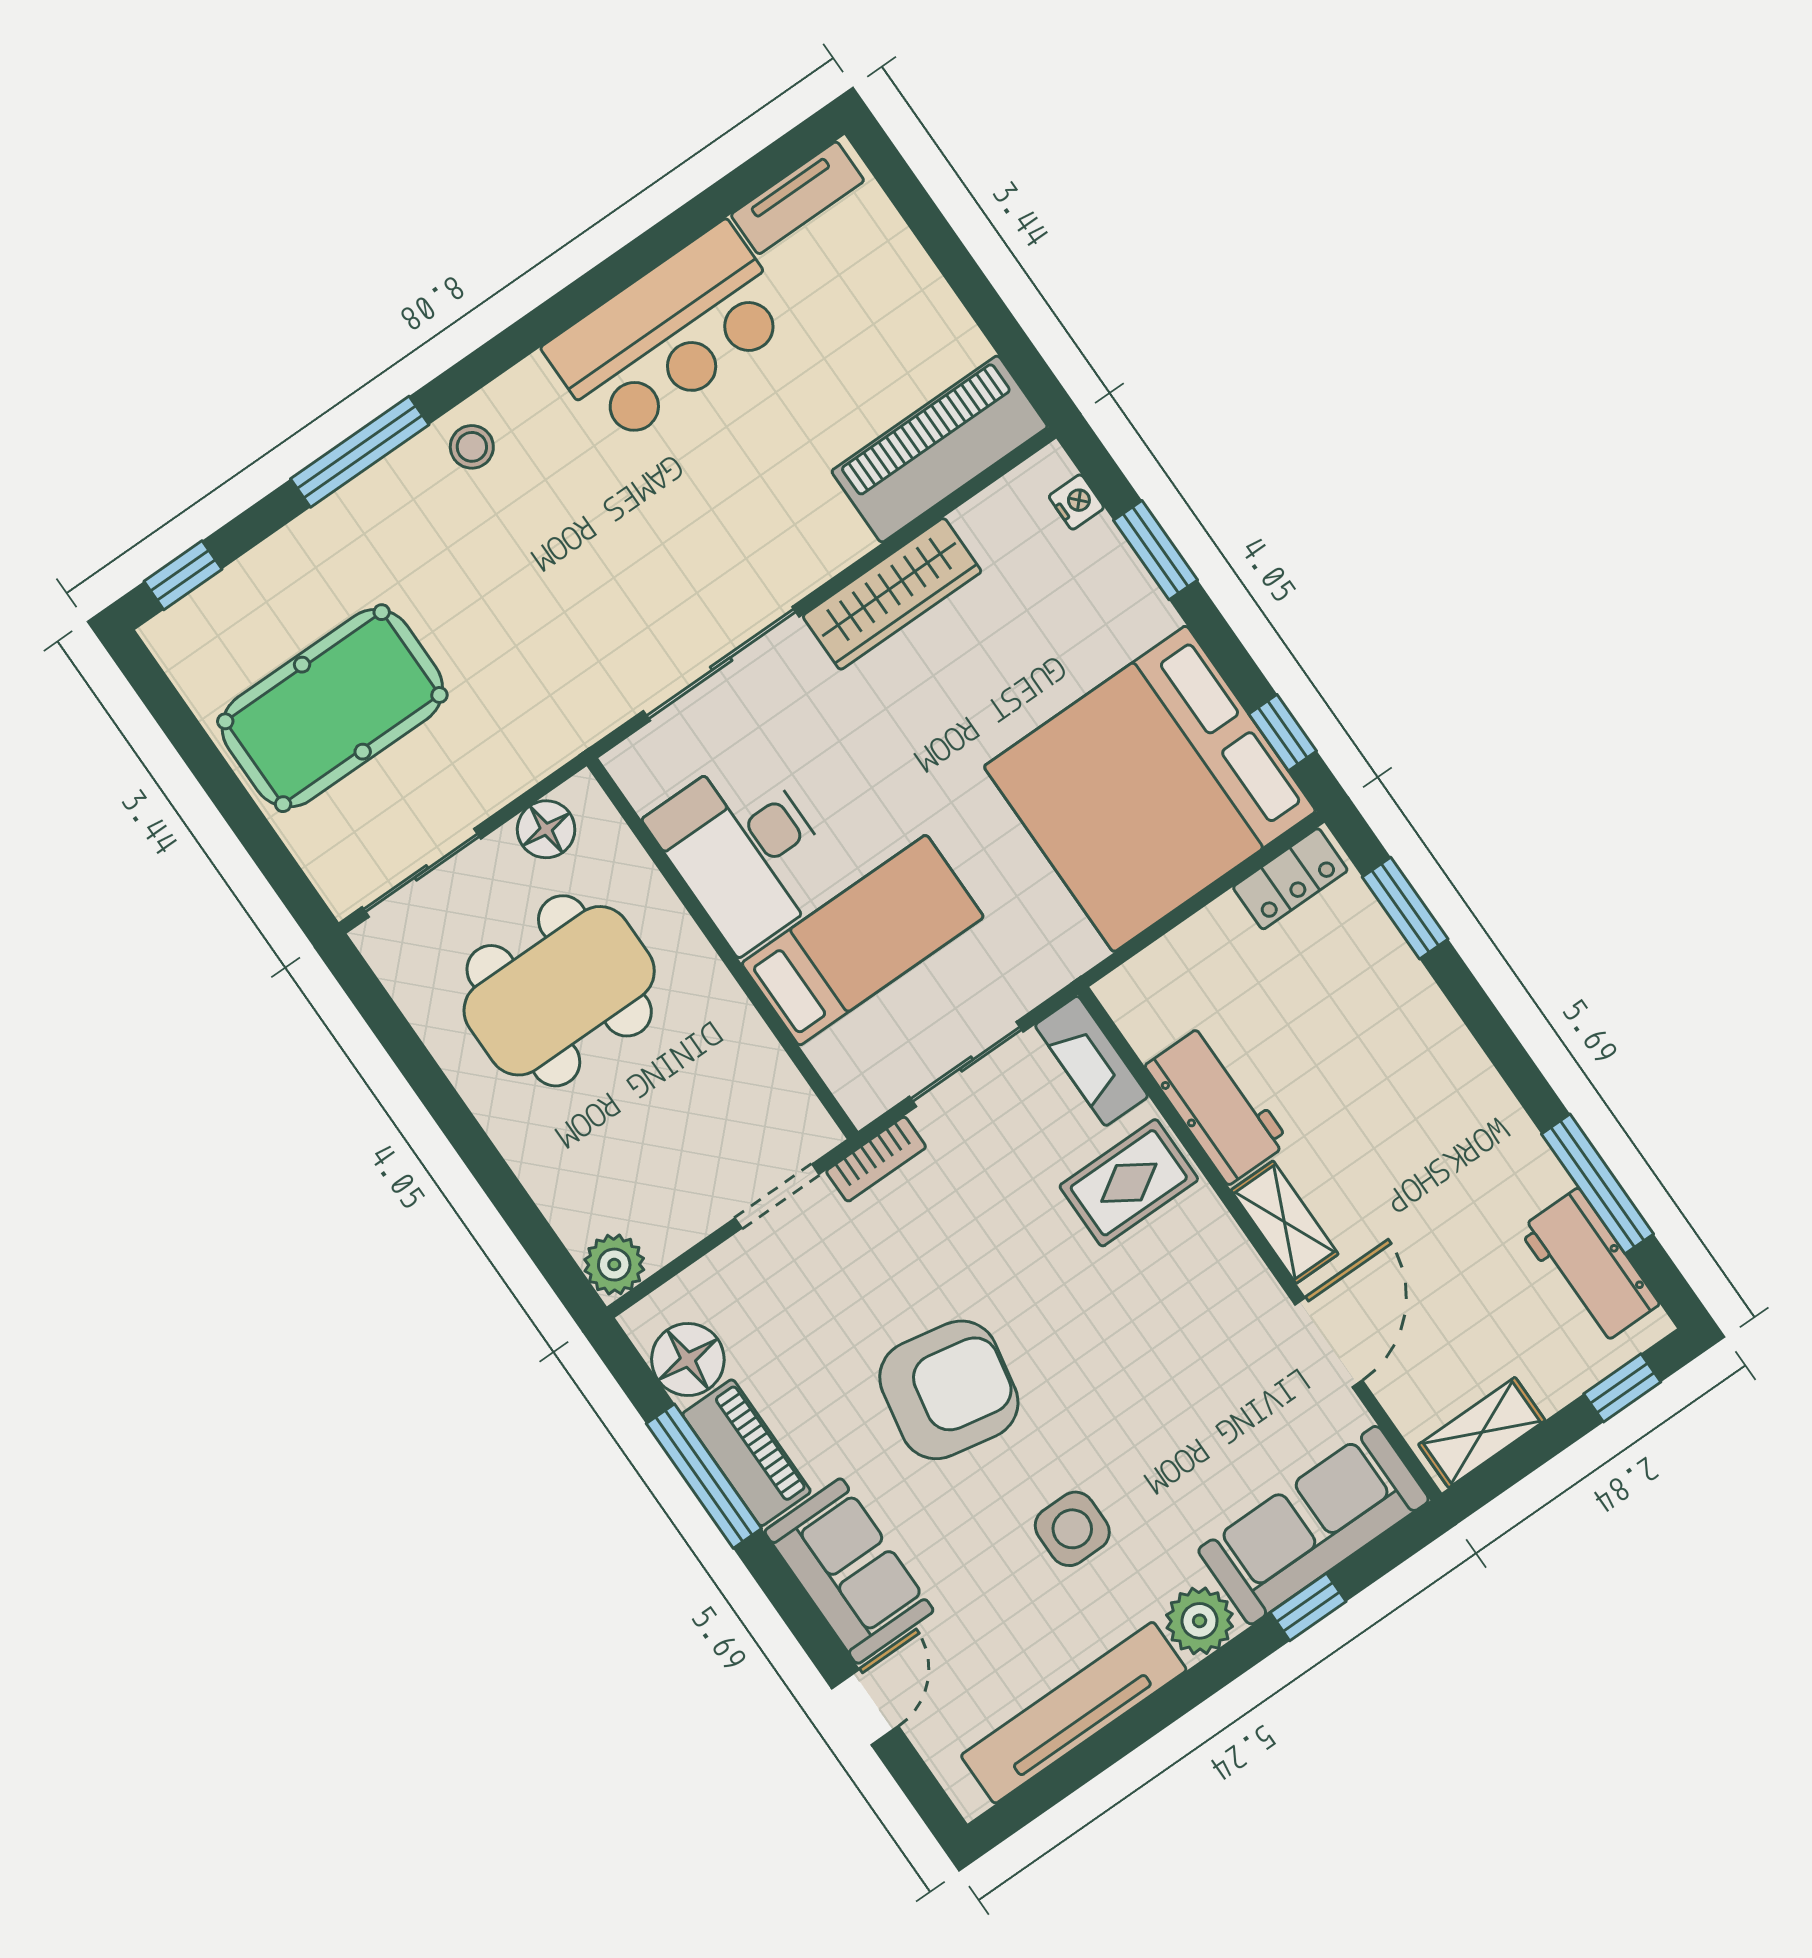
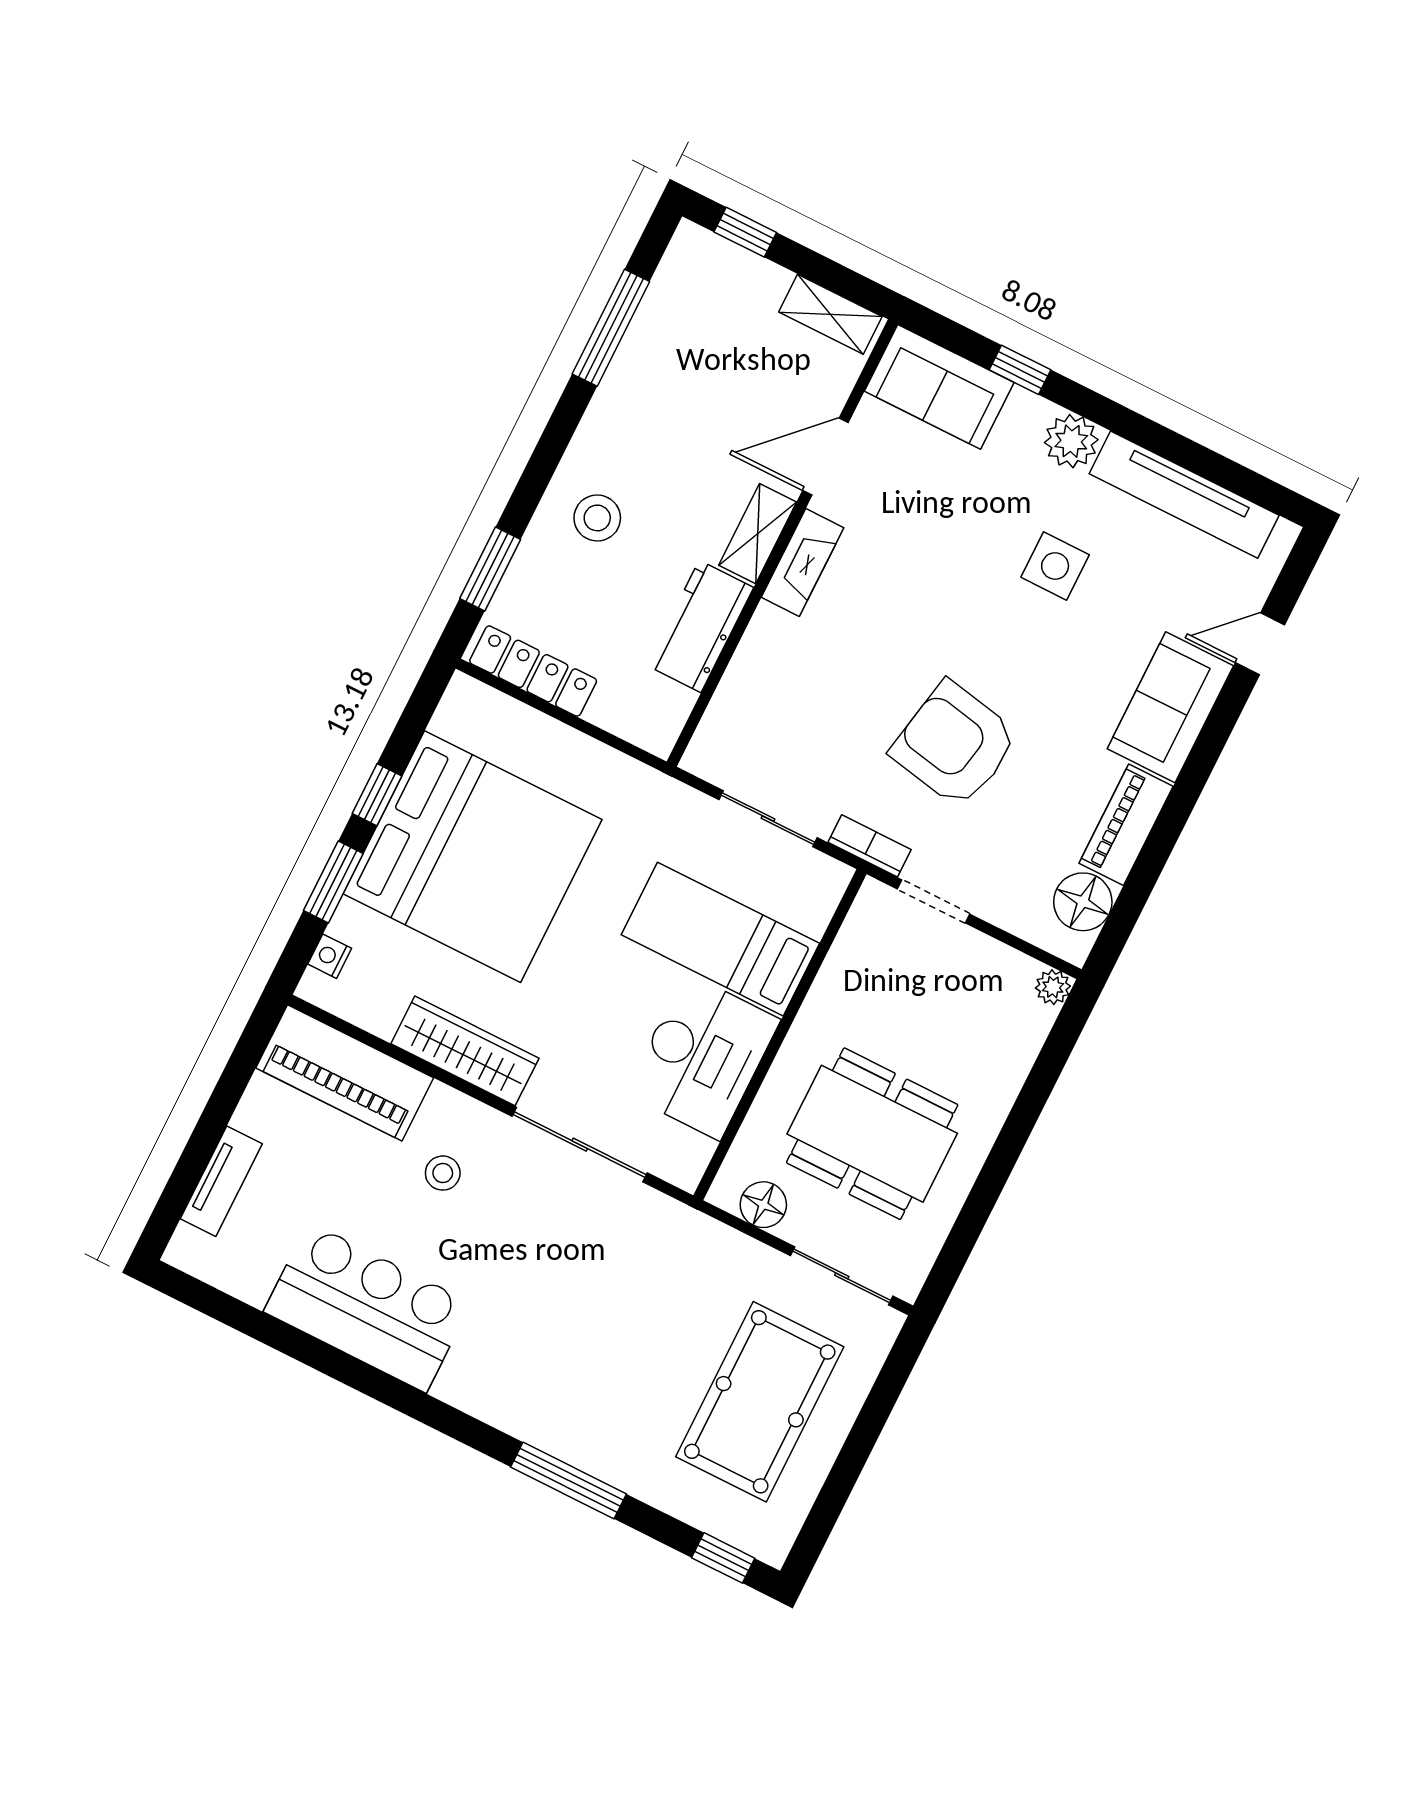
tv unit: (797, 198) -> (221, 1181), moved, turned 90
stool: (472, 447) -> (443, 1173), moved
pool table: (332, 708) -> (760, 1402), turned 90
window: (1283, 733) -> (377, 795), moved
bed: (1150, 789) -> (473, 857), moved
locker: (1290, 879) -> (533, 671), width x1.53
stool: (1397, 1056) -> (597, 518), added
fireplace: (1091, 1061) -> (802, 562), moved
rug: (1129, 1183) -> (789, 659), removed
plant: (614, 1265) -> (1053, 987), width x0.73, depth x0.73
workbench: (1589, 1267) -> (672, 302), removed
armchair: (949, 1390) -> (955, 744), moved
window: (704, 1476) -> (1159, 846), removed
sofa: (1314, 1525) -> (939, 387), width x0.73

